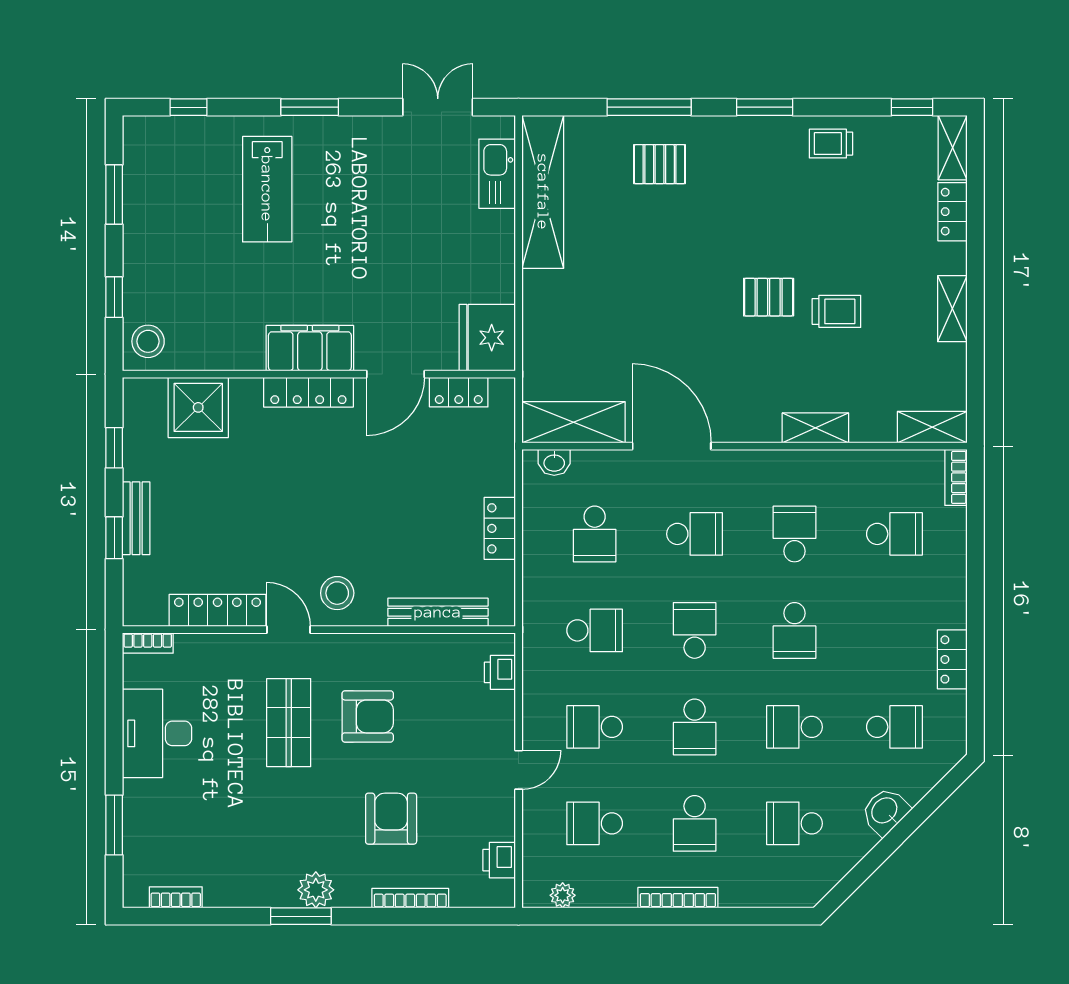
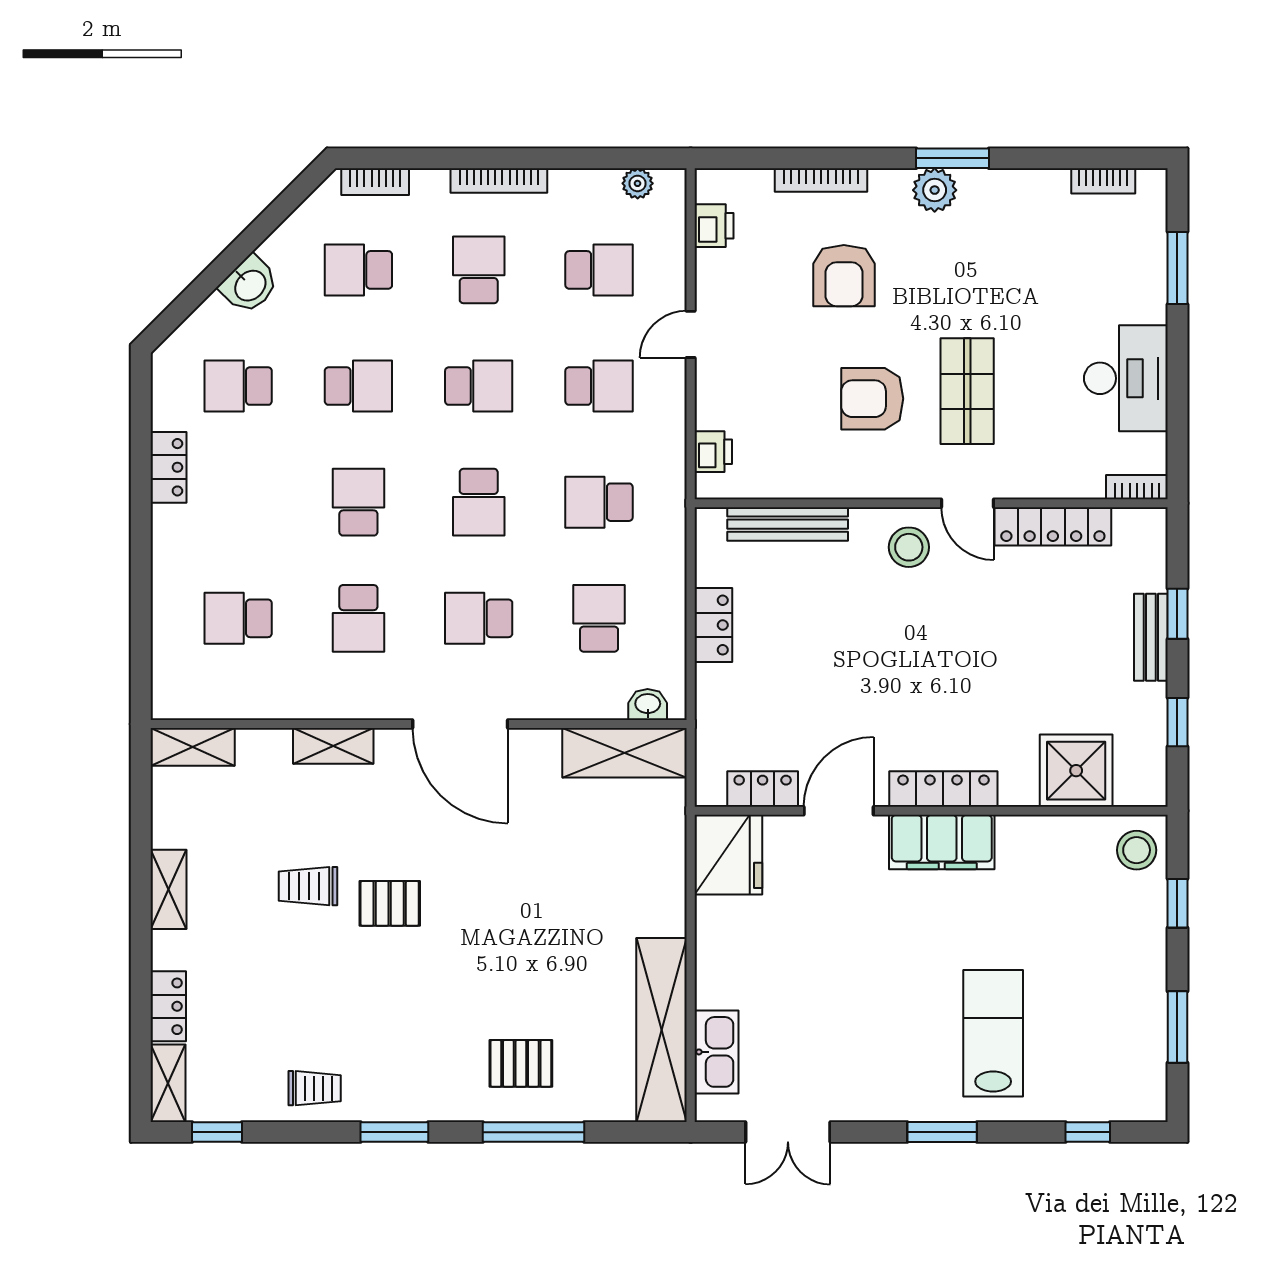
door: (672, 446) -> (460, 724), moved
bookcase: (956, 477) -> (375, 182), moved, turned 90
school desk: (695, 727) -> (479, 386), turned 90
school desk: (794, 823) -> (358, 270), turned 180

